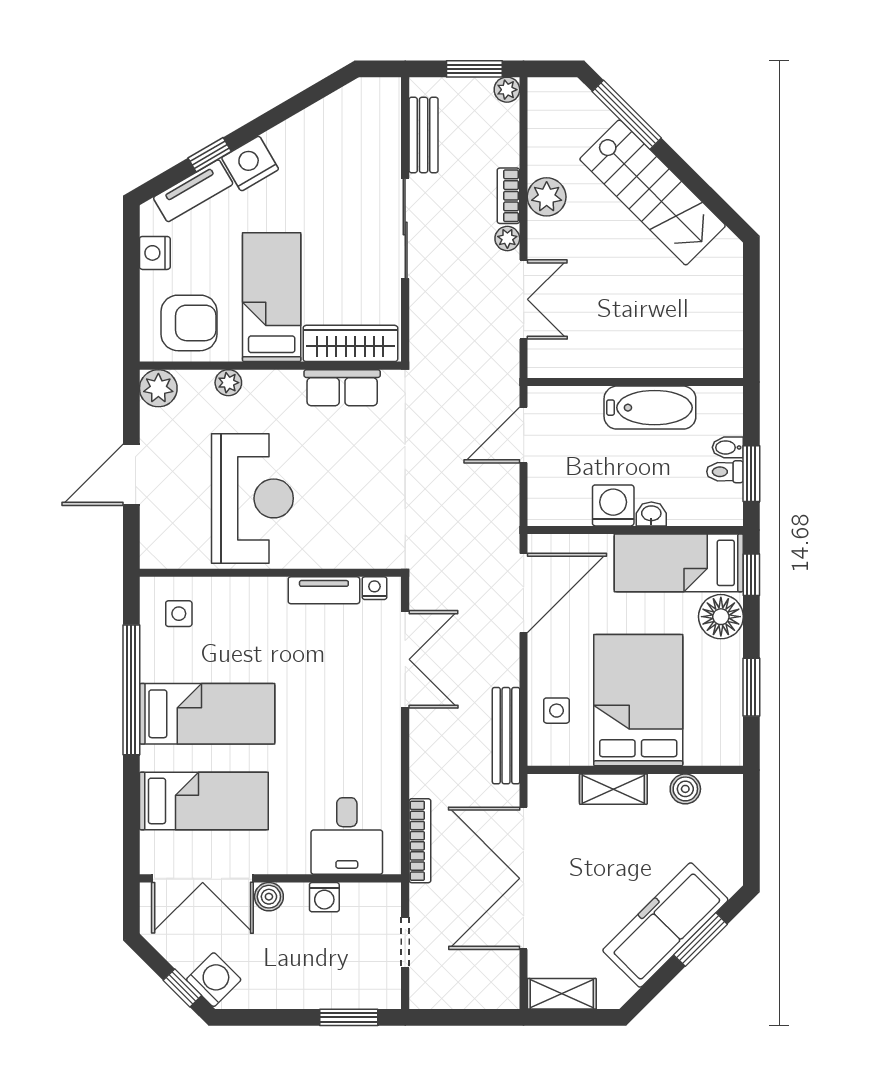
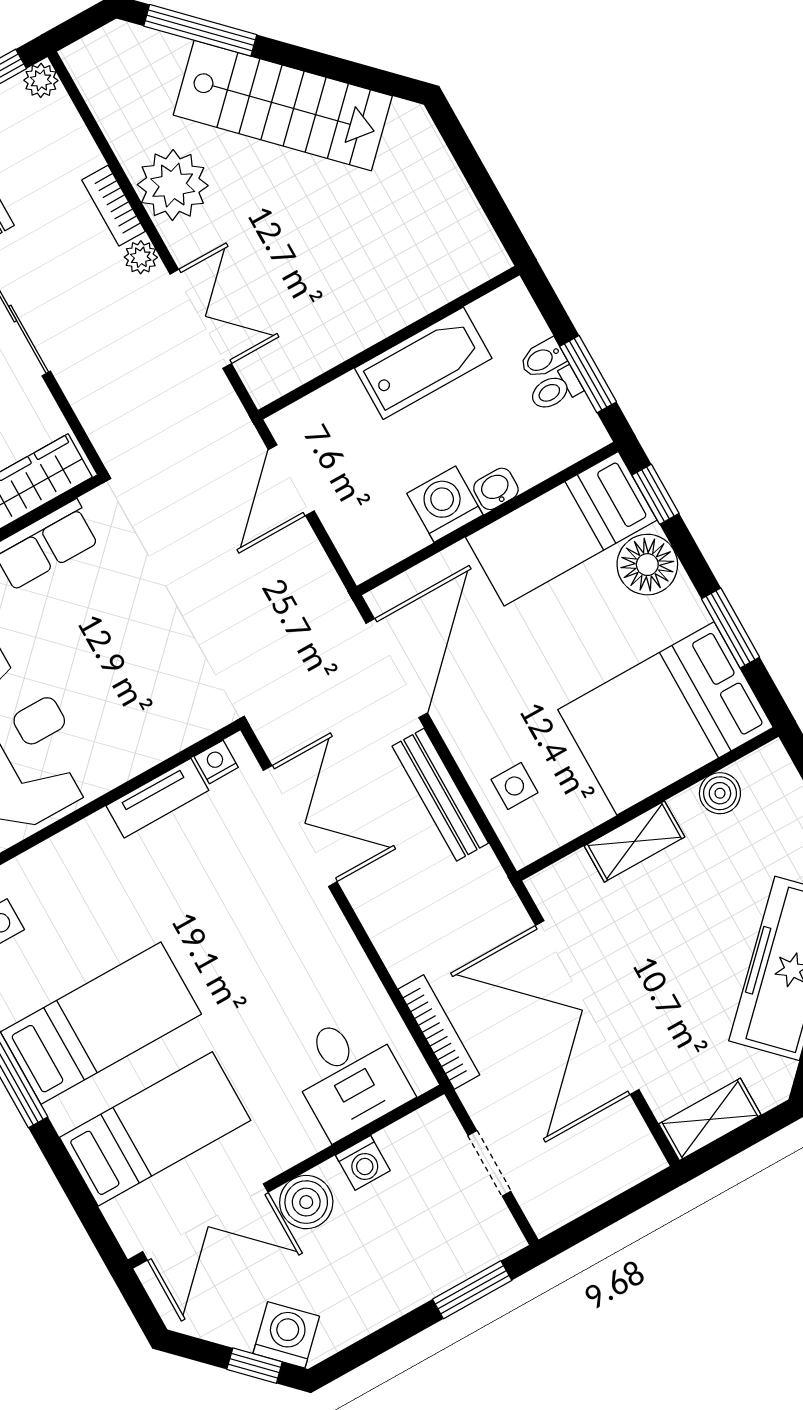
plant: (547, 197) -> (173, 185), width x1.36, depth x1.36
bed: (638, 700) -> (665, 718), moved, turned -90
bench: (506, 736) -> (440, 795), moved
boiler: (269, 897) -> (306, 1202), width x1.36, depth x1.36

